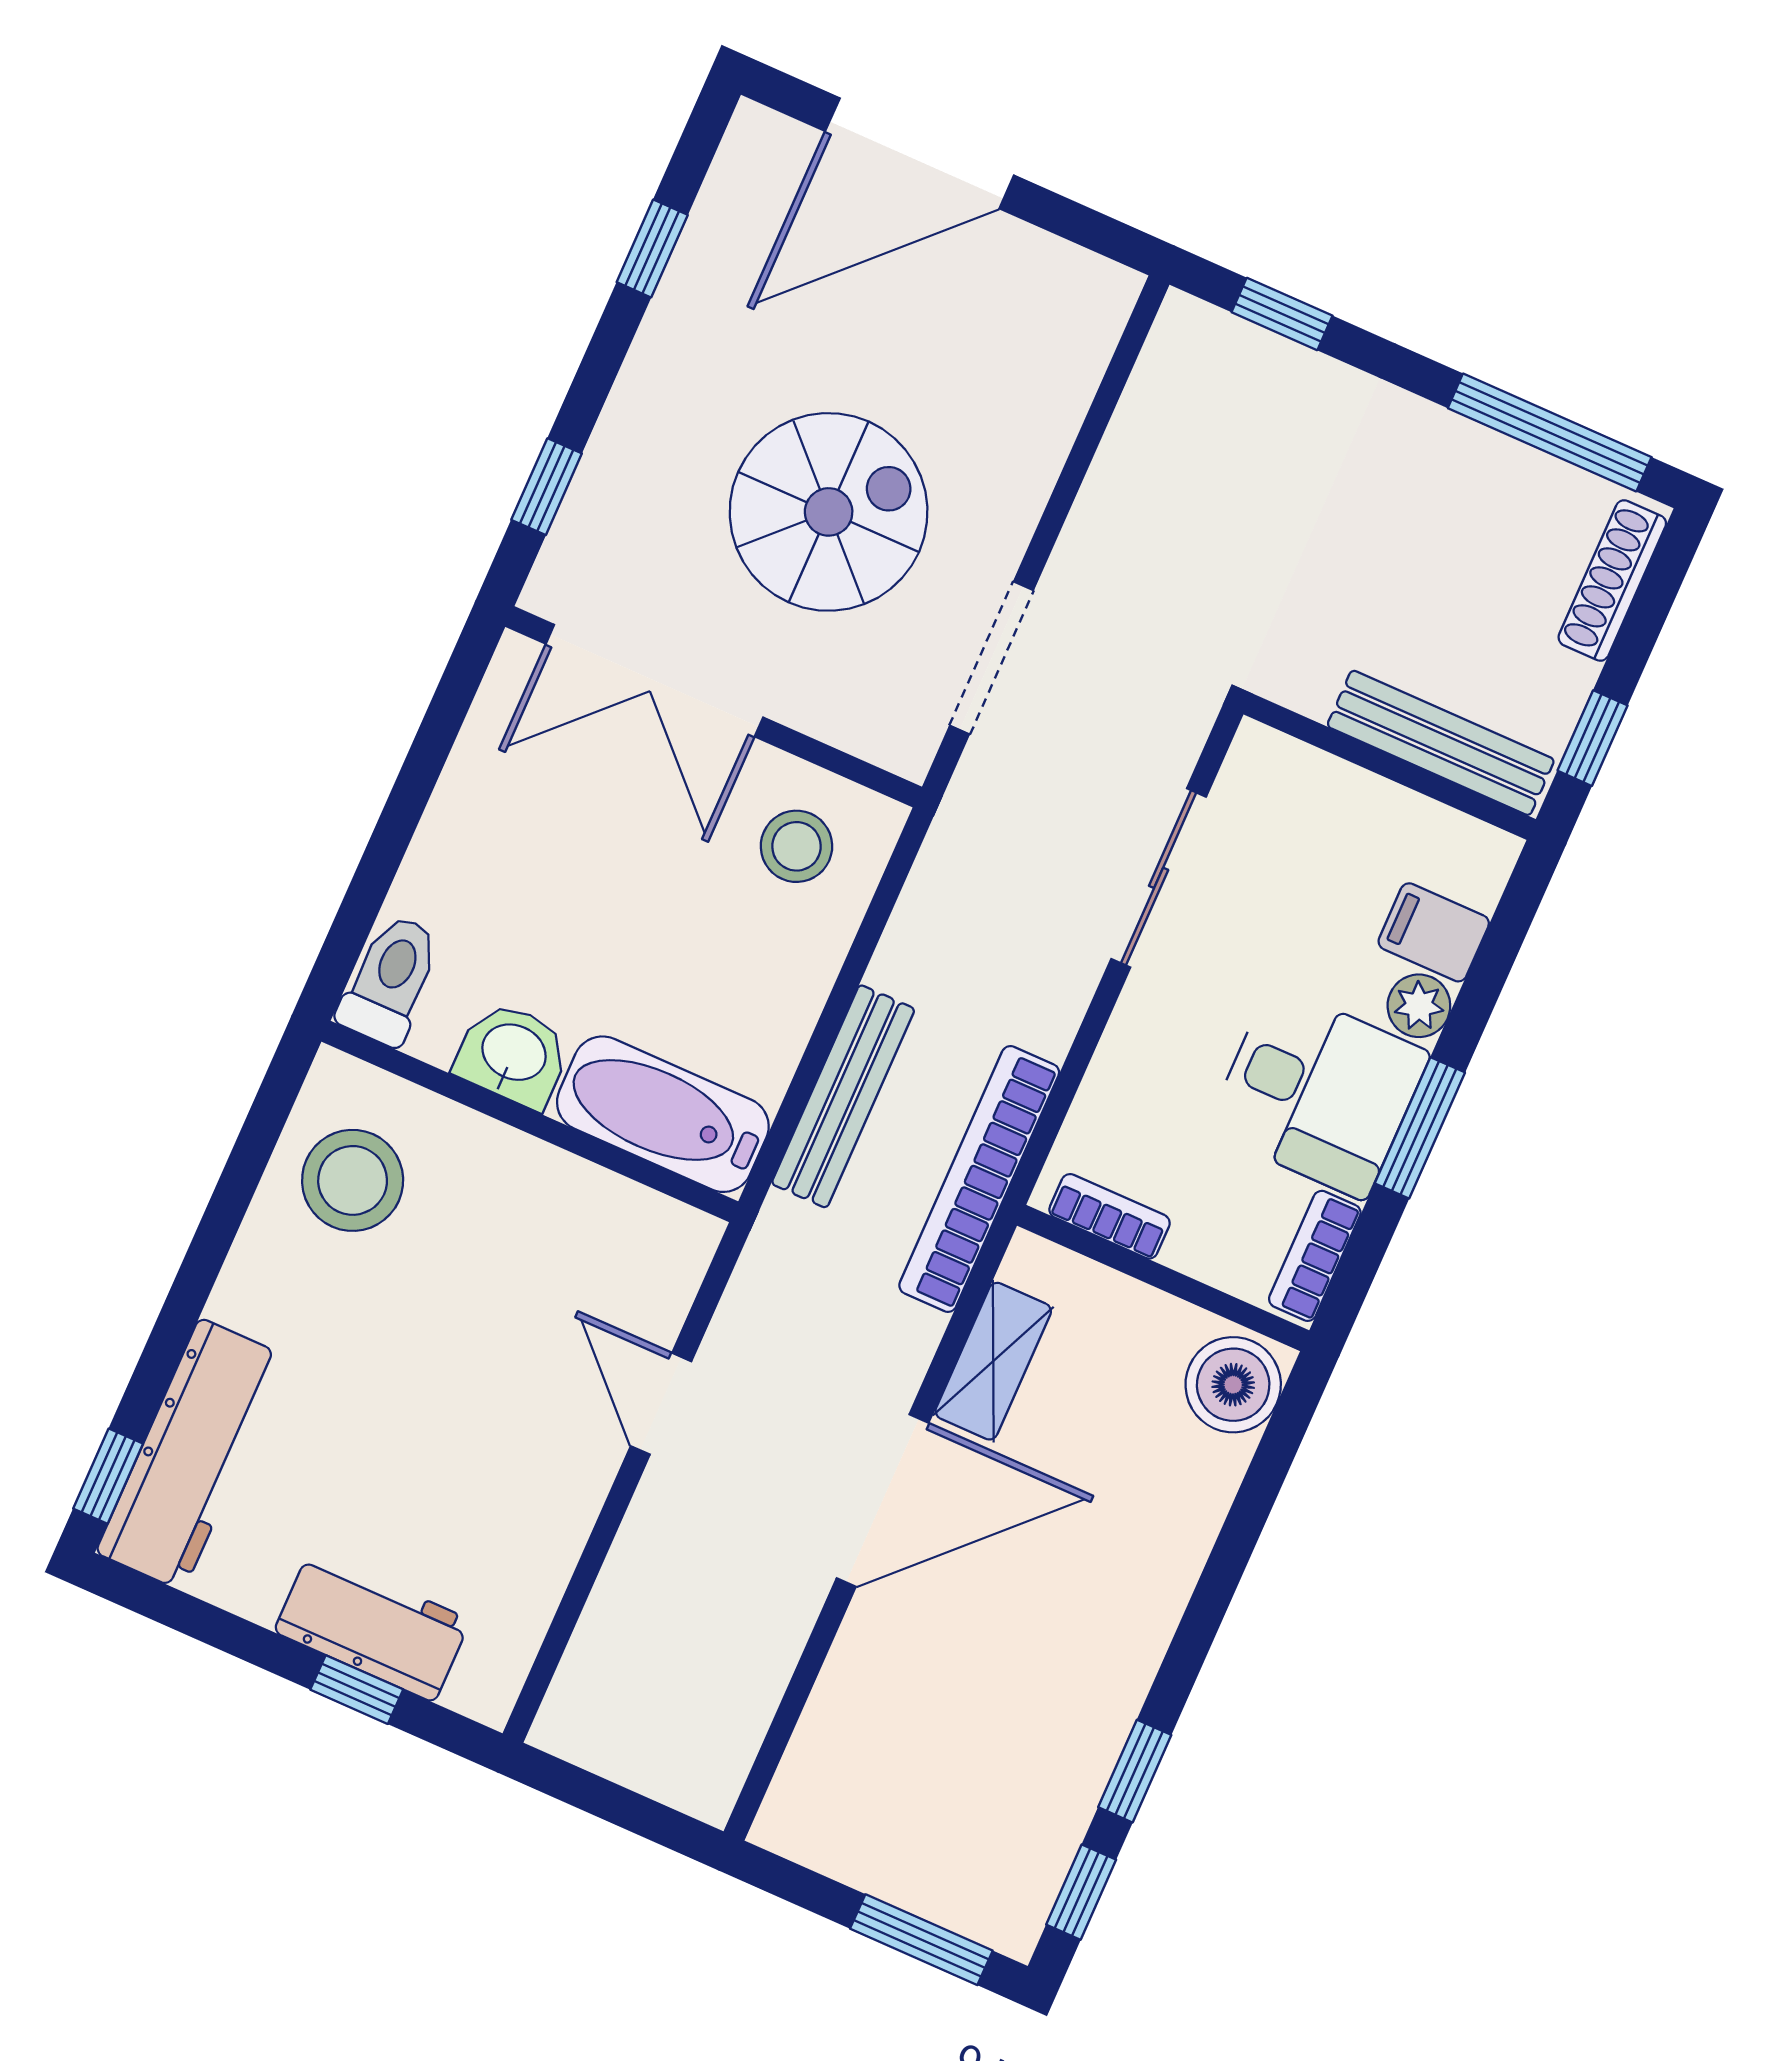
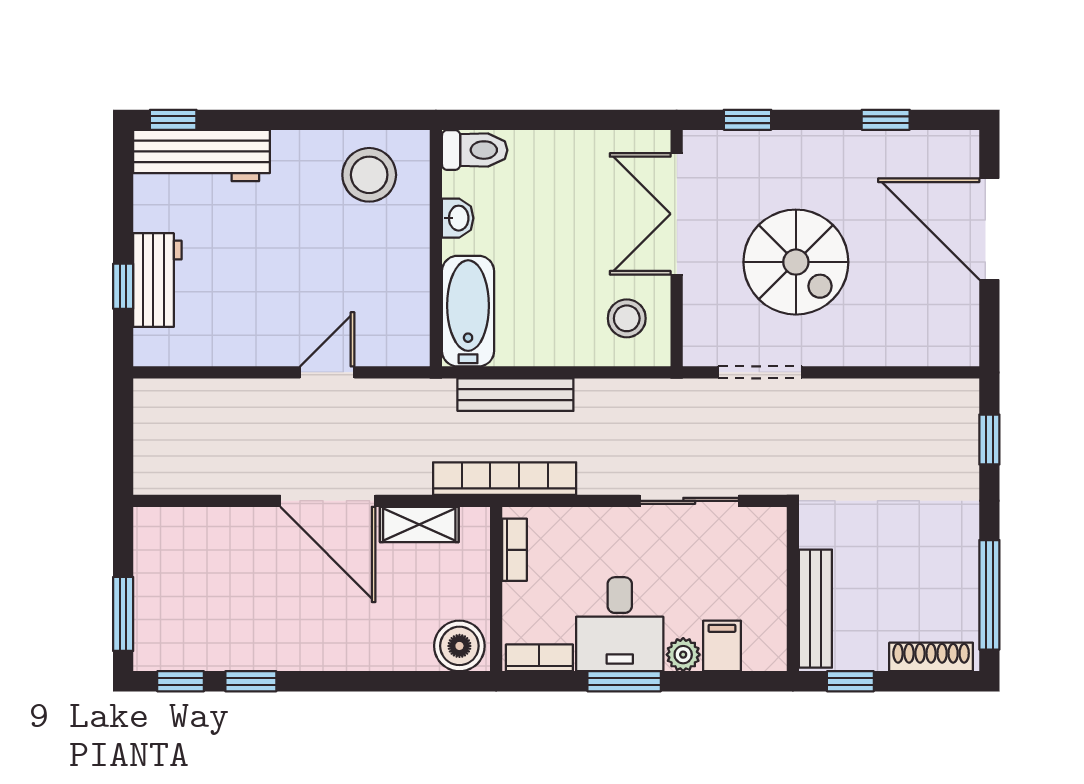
washbasin: (513, 1055) -> (458, 218), width x0.72, depth x0.69

